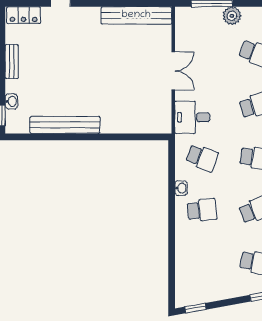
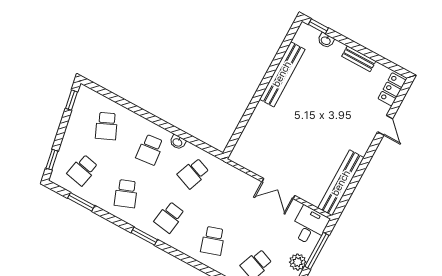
desk: (192, 117) -> (309, 226), moved
school desk: (202, 262) -> (106, 126), added

